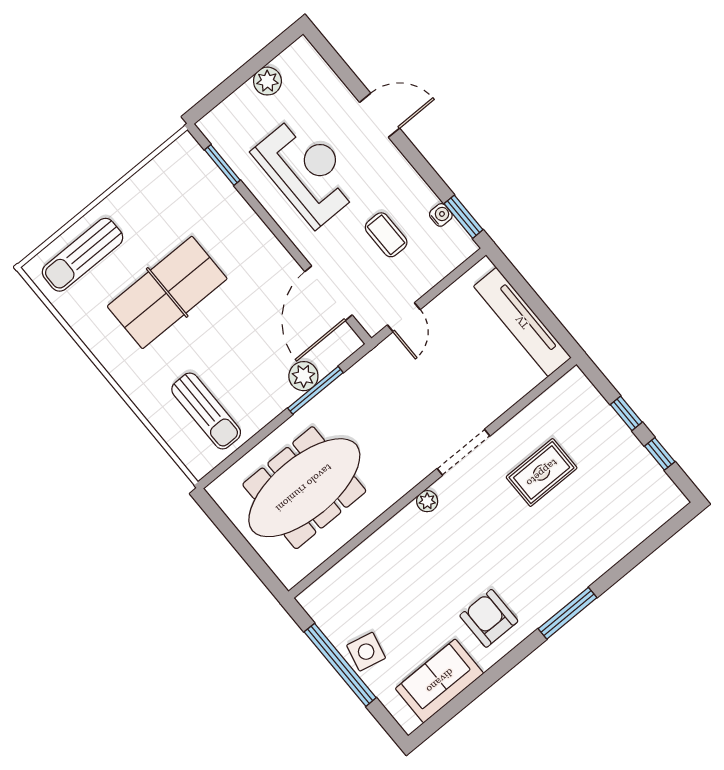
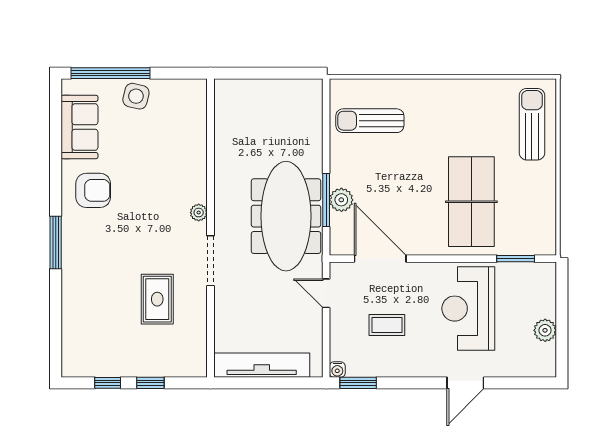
reception desk: (307, 171) -> (468, 309), turned 90
water cooler: (441, 215) -> (337, 370), moved
table tennis table: (167, 292) -> (471, 202), moved
meeting table: (304, 488) -> (286, 216), moved
window: (340, 665) -> (110, 73), moved

